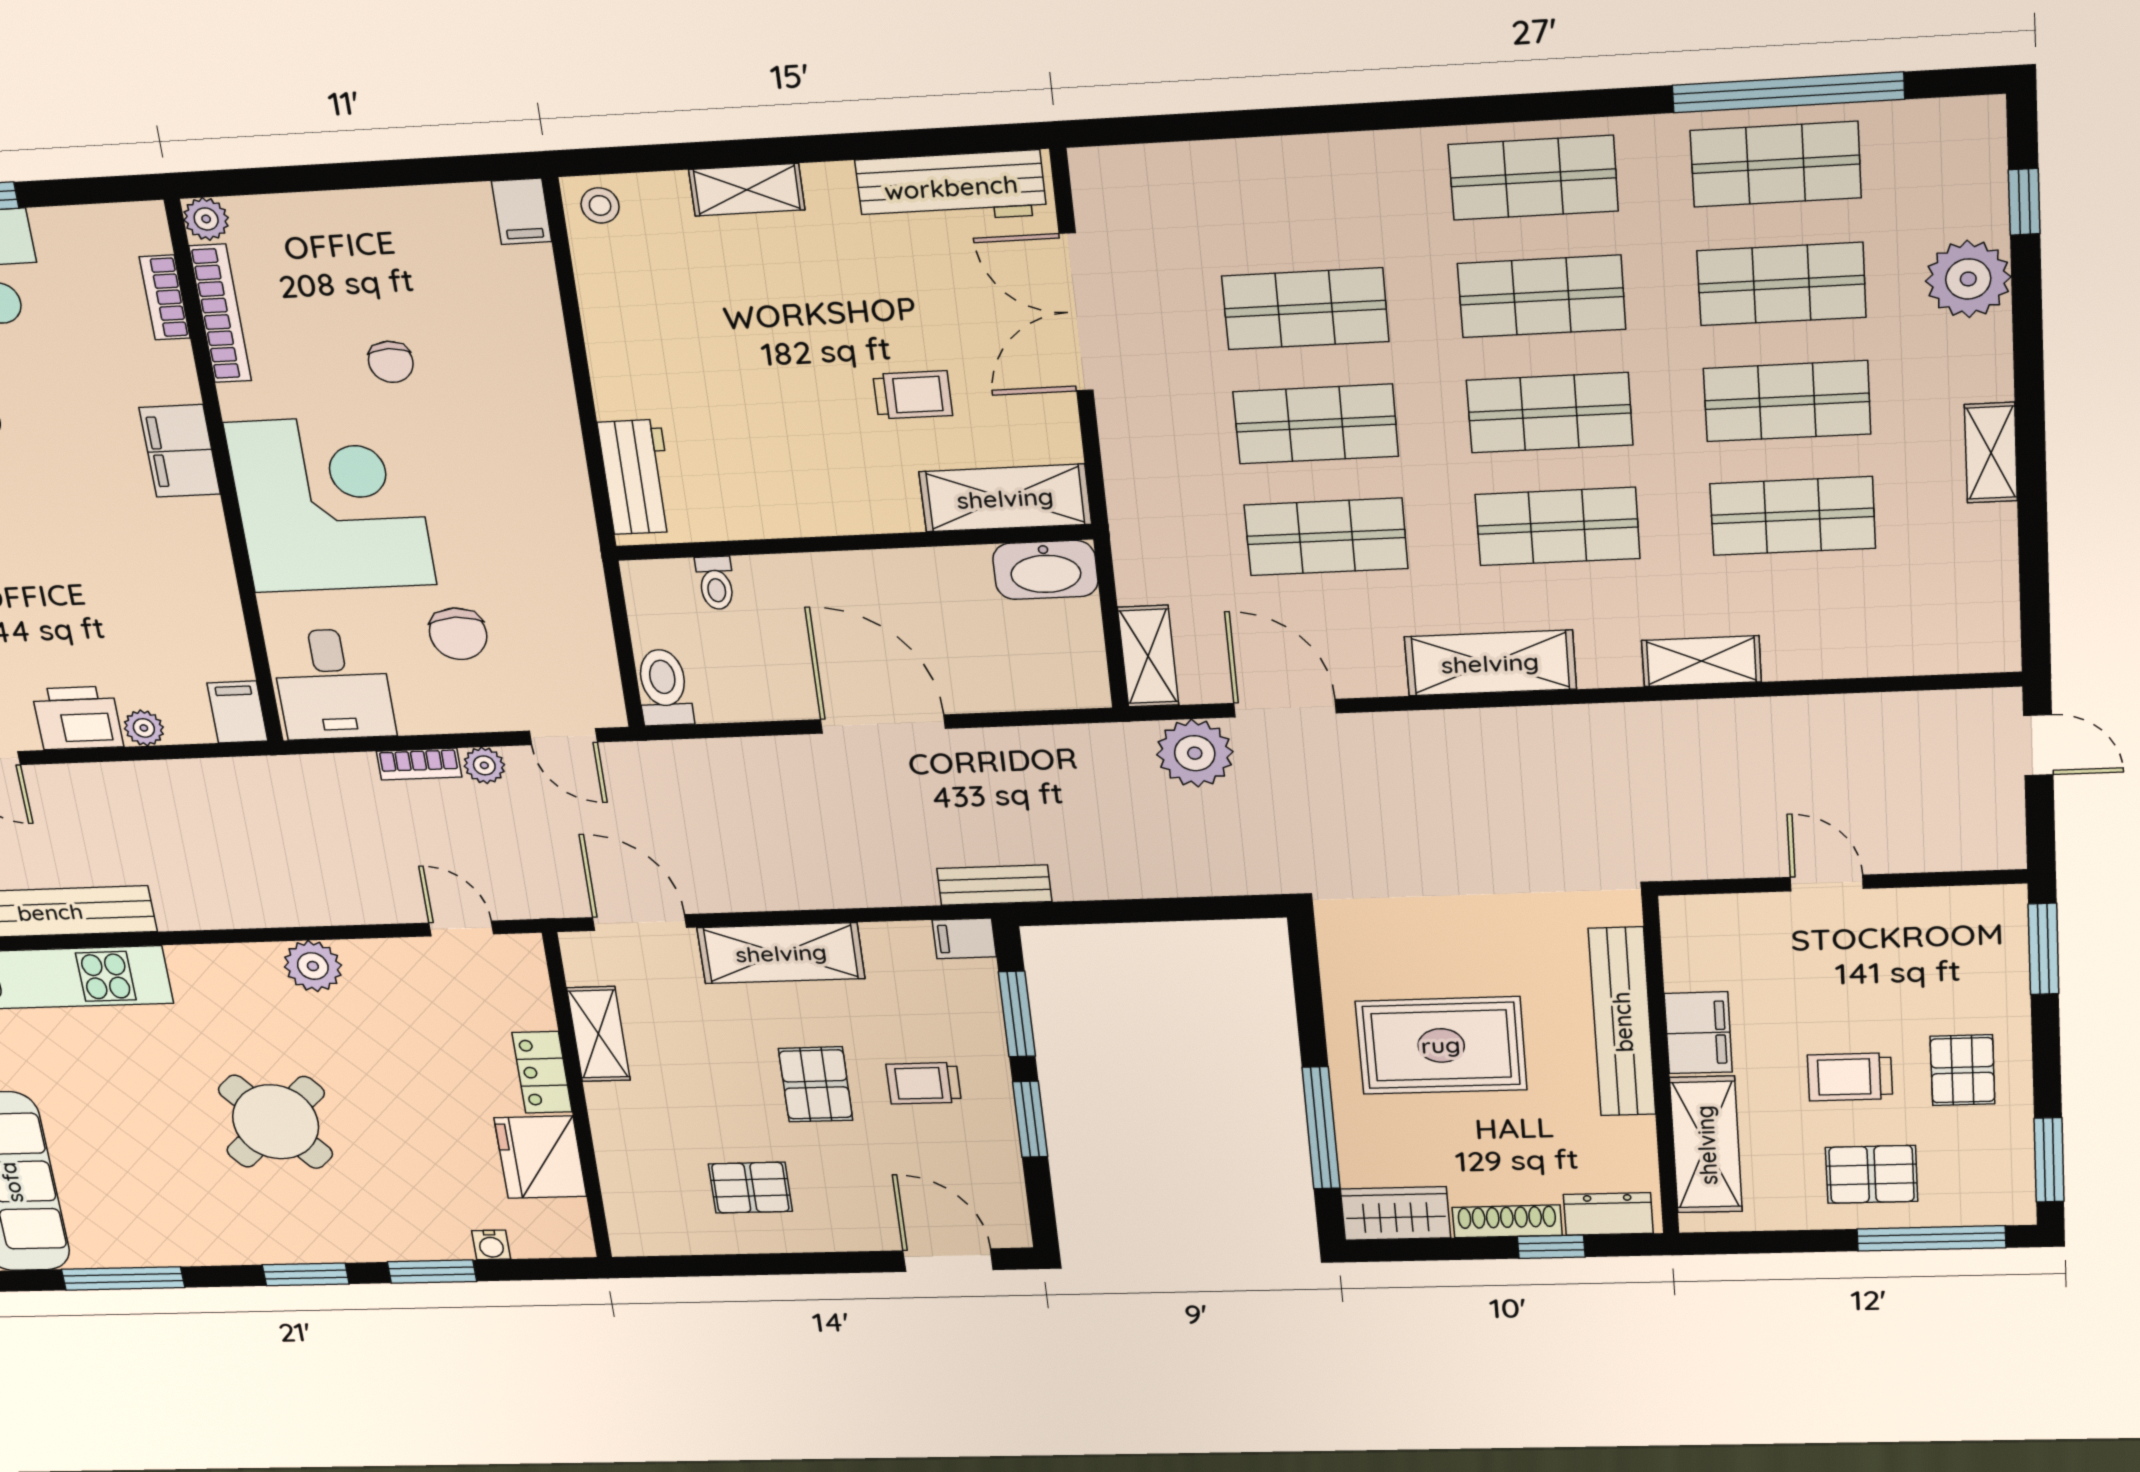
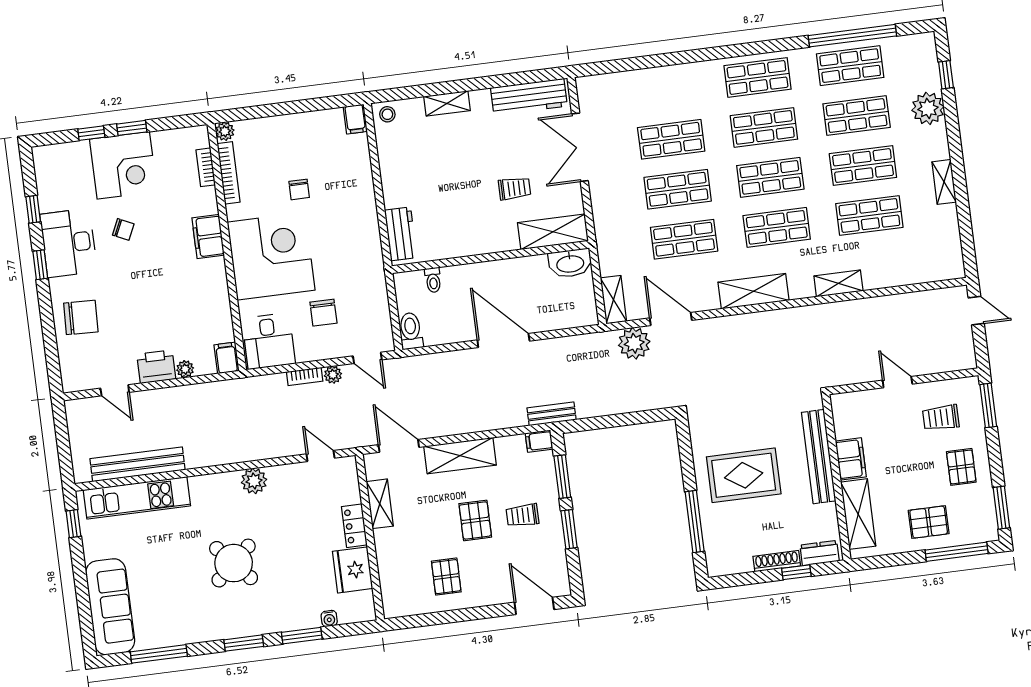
trolley: (1850, 1077) -> (941, 418), moved
pallet: (750, 1188) -> (446, 577), turned 90
wardrobe: (1396, 1213) -> (729, 562), removed

